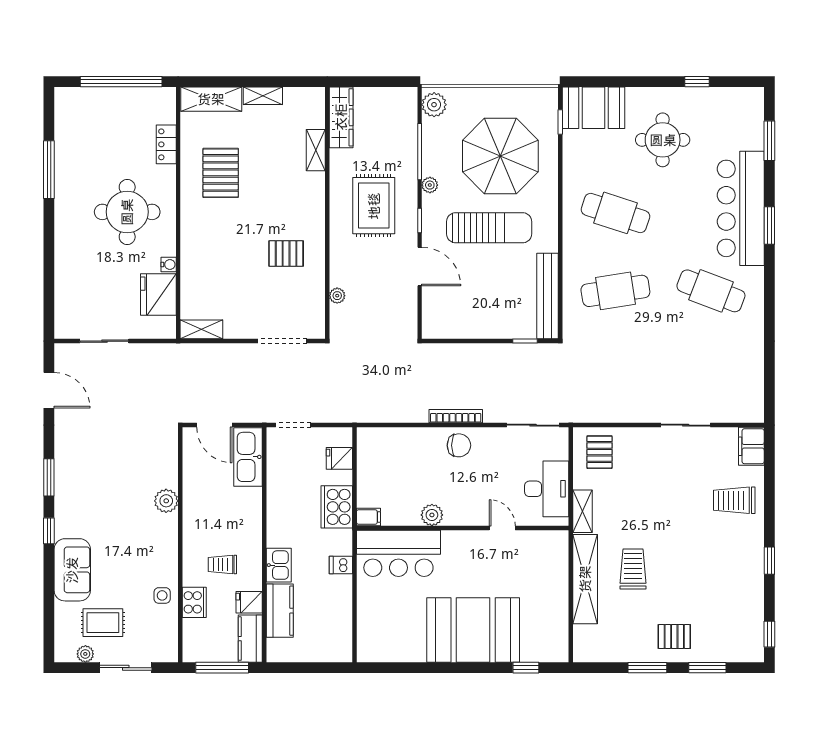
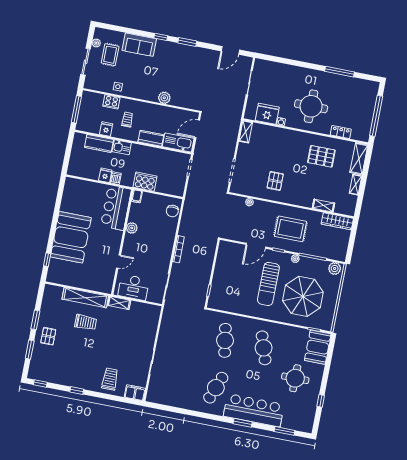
cafe table: (615, 213) -> (264, 348), turned -36
bench: (548, 296) -> (229, 306), removed
chair: (459, 445) -> (172, 211), moved
pallet: (600, 452) -> (147, 317), removed
fridge: (339, 458) -> (105, 175), moved
kitchen counter: (250, 639) -> (151, 138), moved

